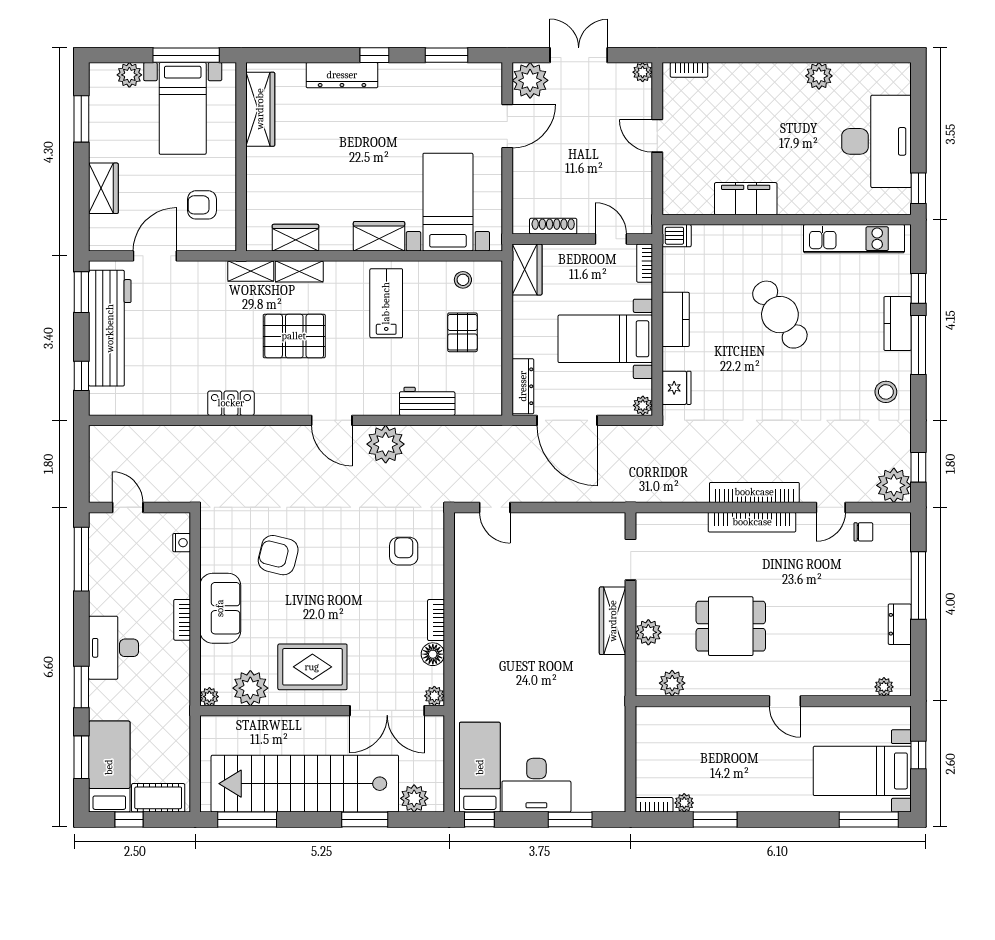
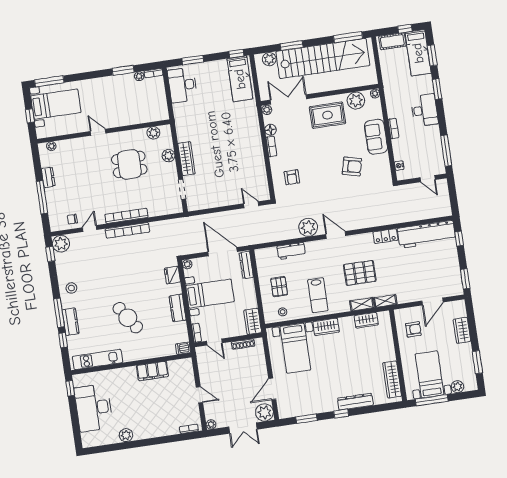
workbench: (110, 328) -> (427, 234), moved, turned -90
desk: (536, 785) -> (182, 85), moved, turned -90

